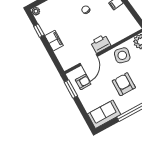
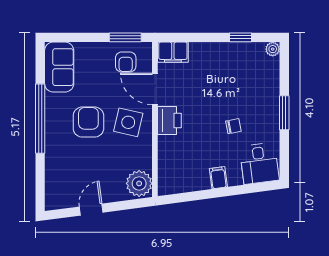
filing cabinet: (54, 41) -> (173, 52), moved
side table: (122, 55) -> (128, 122), moved
armchair: (124, 84) -> (88, 122), turned -90

